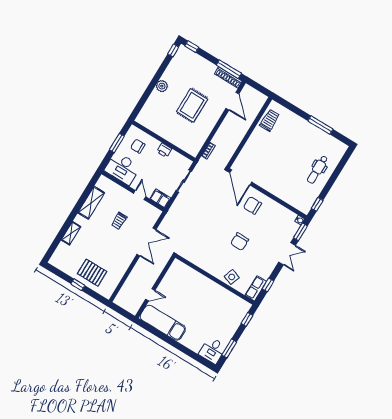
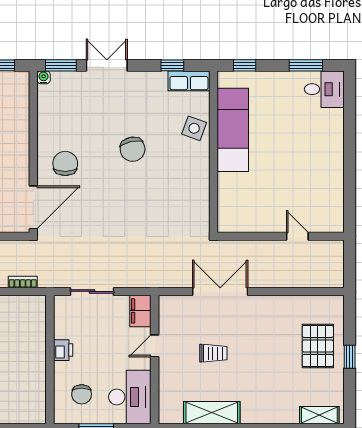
chair: (252, 205) -> (65, 163), turned 180
shelving: (71, 233) -> (319, 415), moved
chair: (240, 242) -> (133, 149), turned 77
exam couch: (163, 323) -> (233, 130), moved, turned 180

